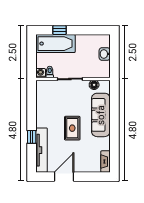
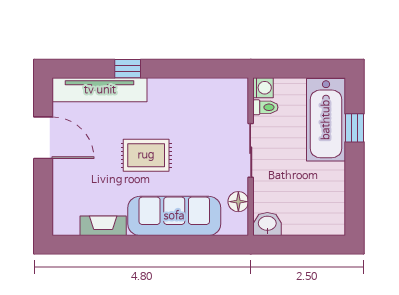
washbasin: (105, 54) -> (267, 224), moved
fireplace: (105, 162) -> (103, 226), moved

